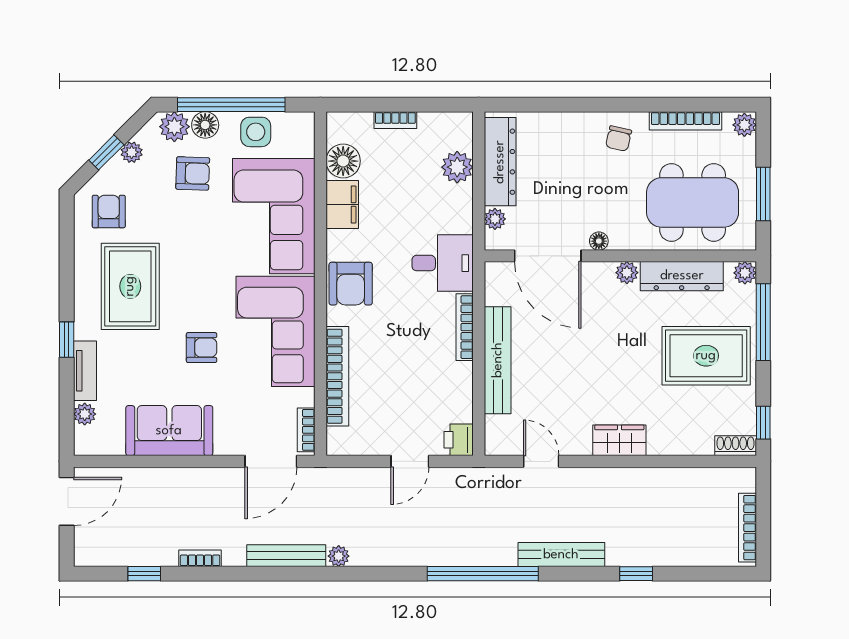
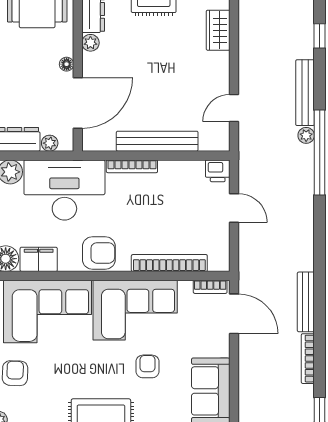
desk: (443, 263) -> (64, 190), width x1.87, depth x1.30
wardrobe: (619, 440) -> (218, 30), moved
plant: (339, 556) -> (306, 135), moved
bookcase: (200, 558) -> (308, 359), width x1.56

